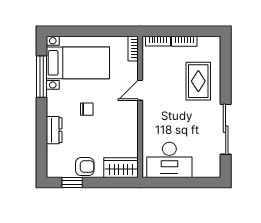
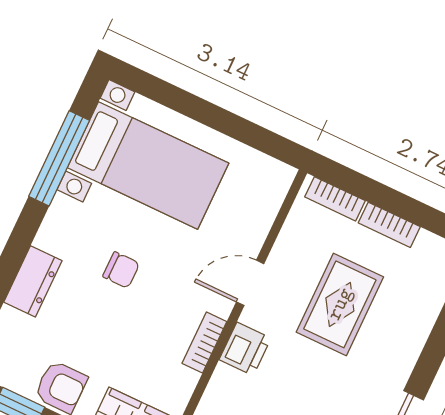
bookcase: (133, 49) -> (204, 342), moved
rug: (198, 81) -> (340, 304), moved
printer: (150, 117) -> (245, 349), added

